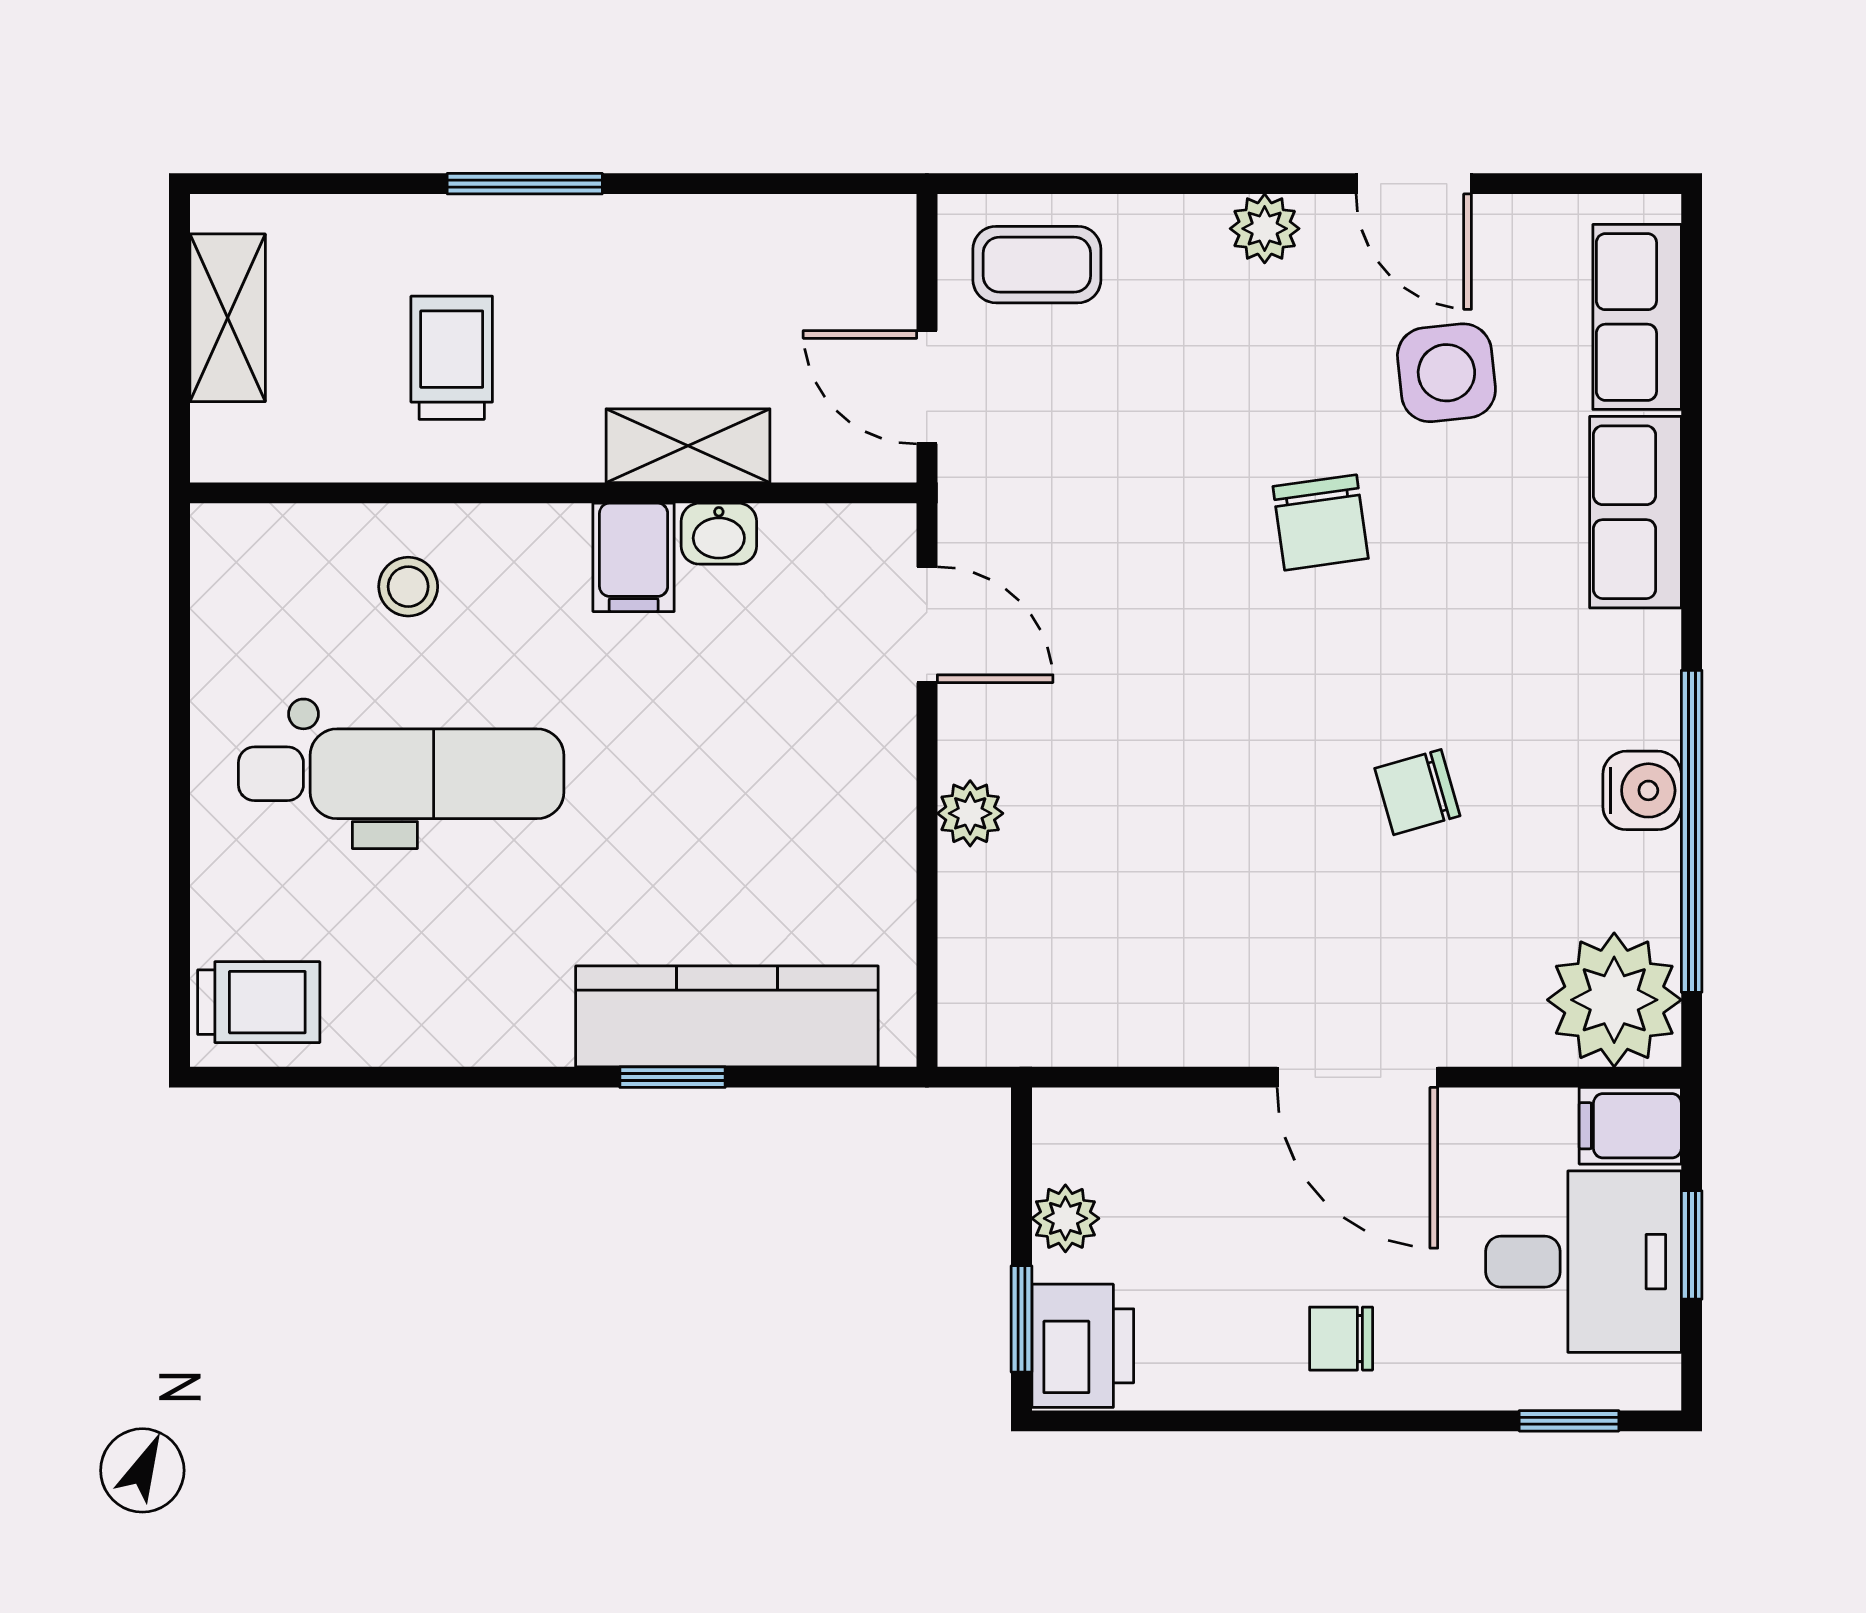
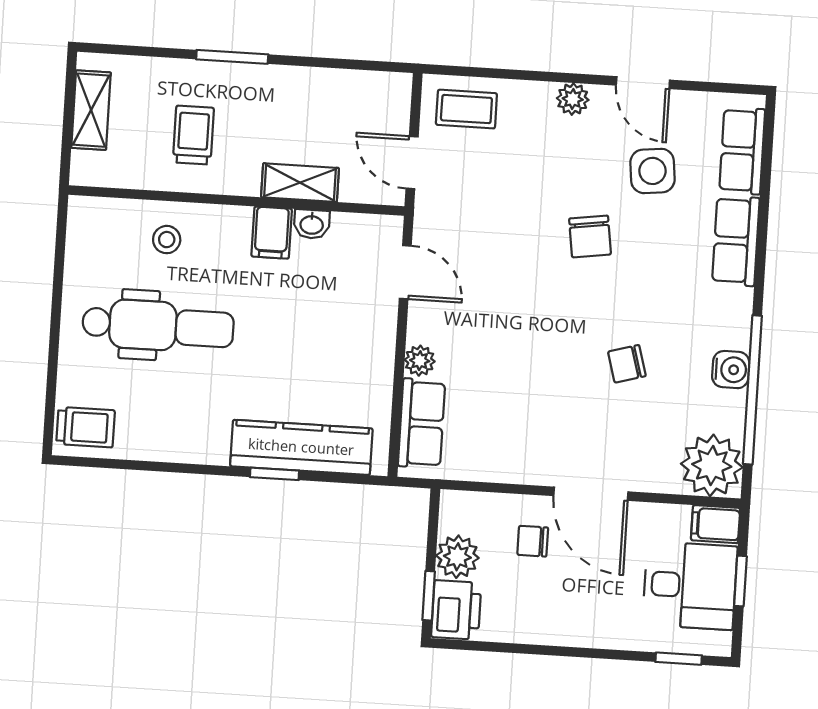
row of seats: (983, 948) -> (422, 423), added
plant: (1065, 1218) -> (457, 557), width x1.38, depth x1.38
chair: (1341, 1339) -> (533, 541), moved

